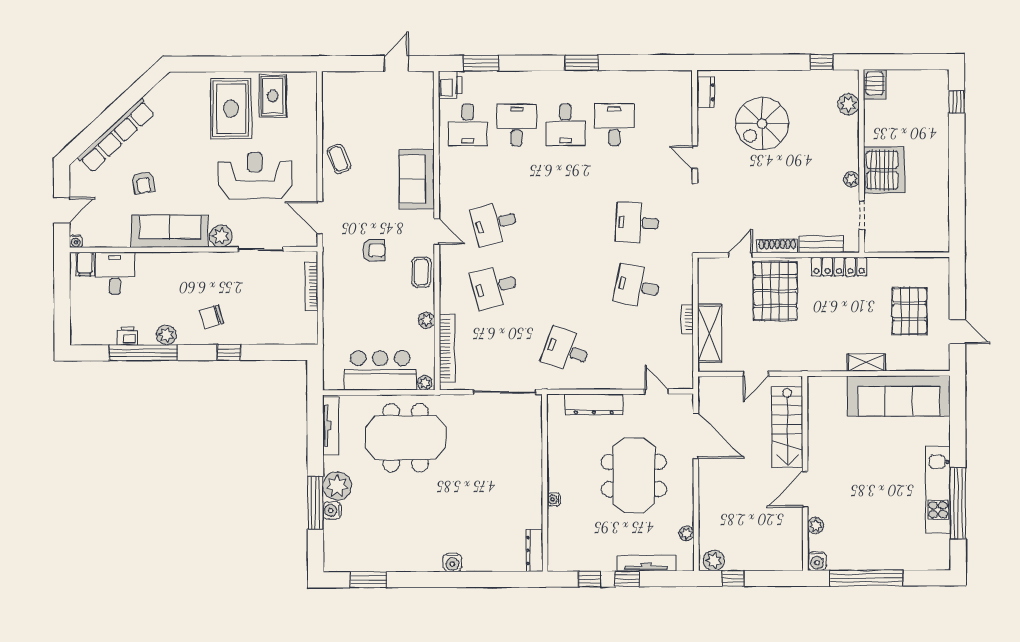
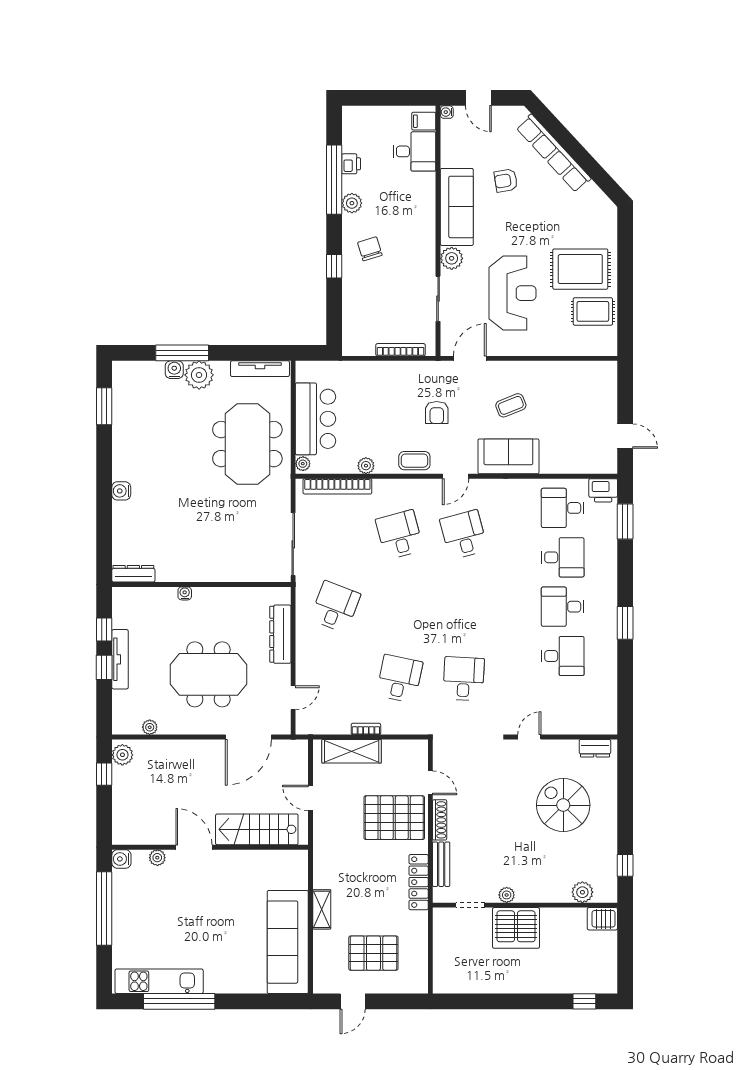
coffee table: (339, 159) -> (511, 405), moved
kitchen unit: (938, 490) -> (159, 981), moved
tv unit: (646, 563) -> (120, 659), moved

